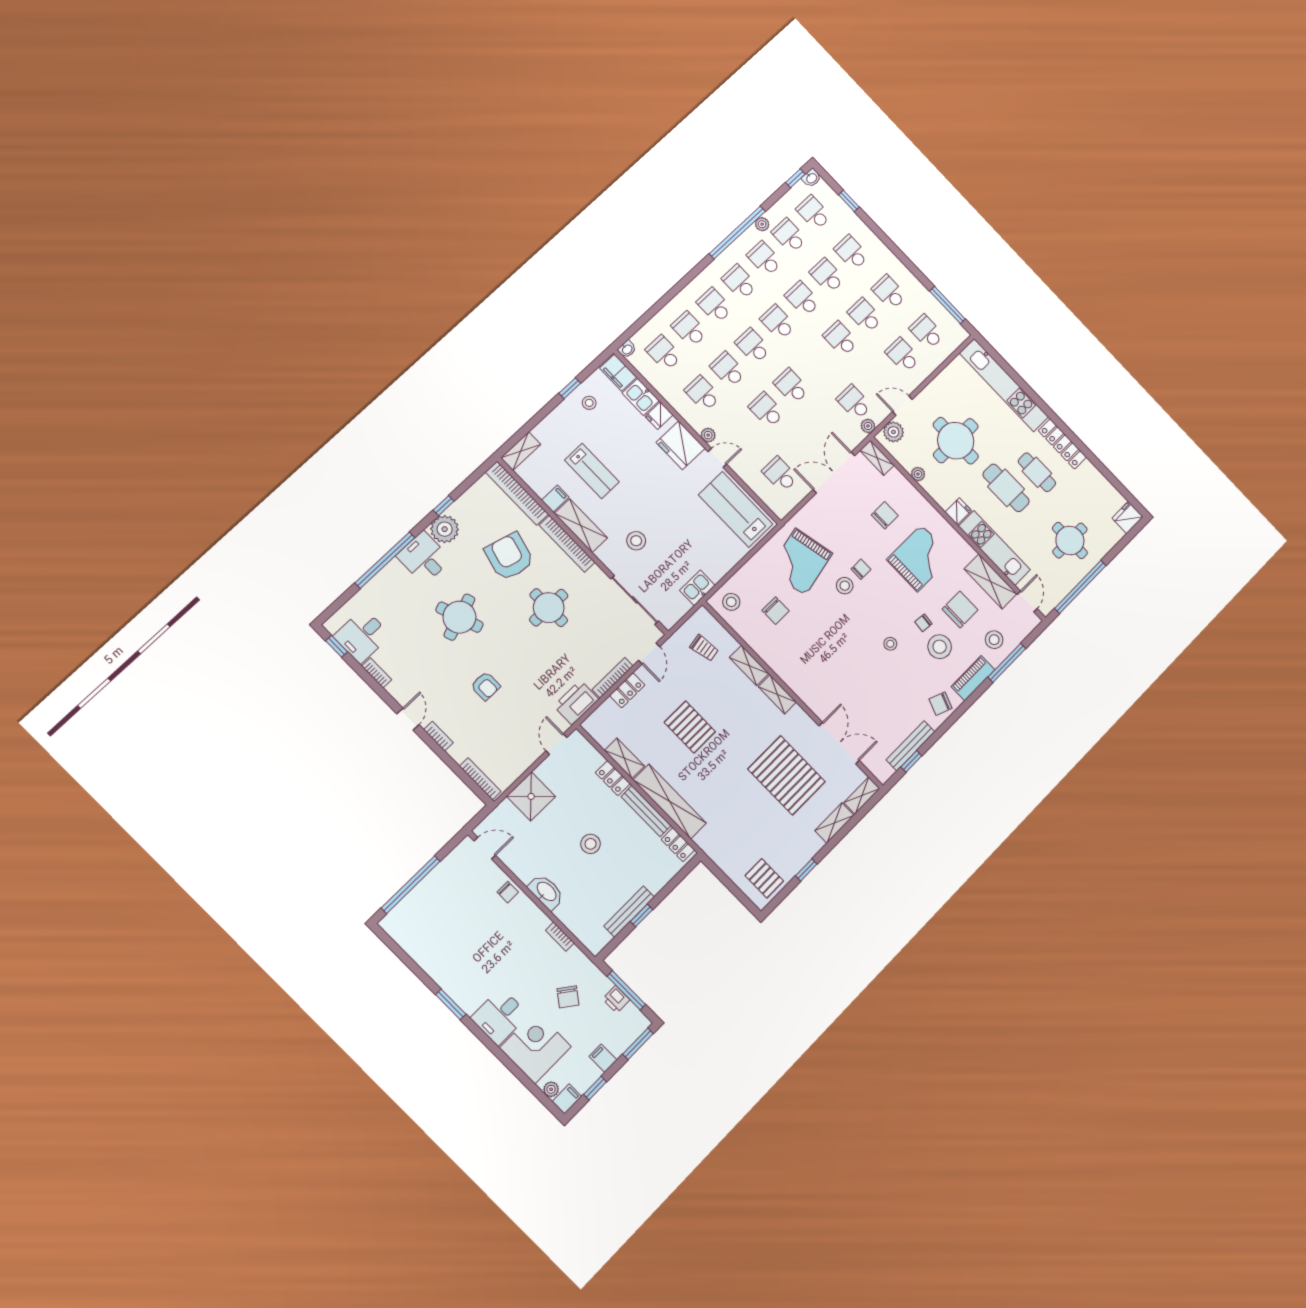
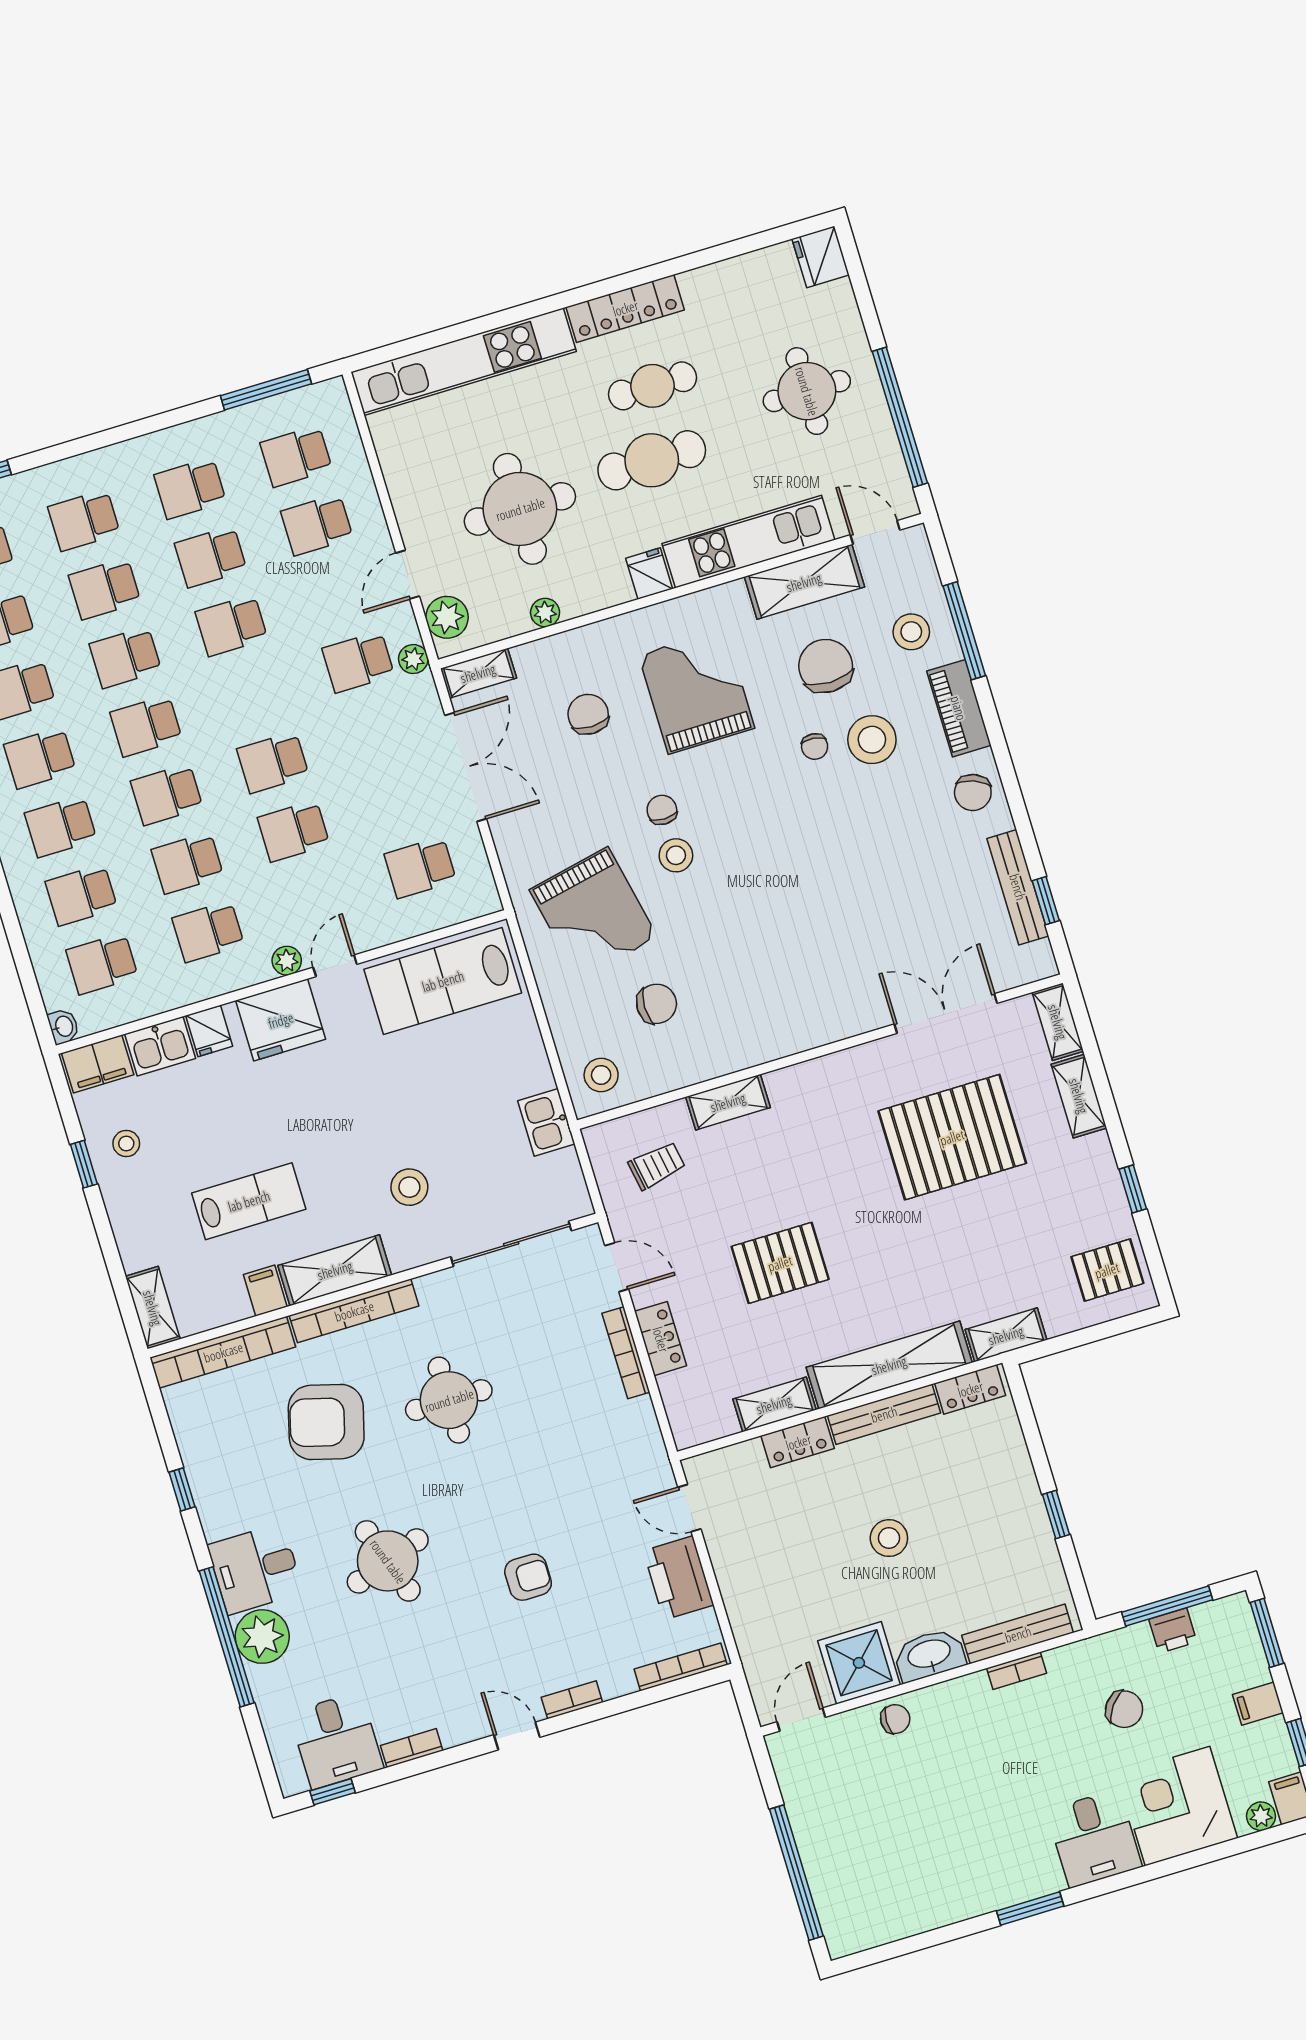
double door: (834, 473) -> (466, 767), swing flipped
plant: (445, 529) -> (262, 1637), moved
stool: (890, 644) -> (821, 827), removed
shelving: (777, 694) -> (1006, 1335), moved
printer: (576, 703) -> (679, 1578), moved
shower: (531, 796) -> (859, 1663), moved
bench: (629, 912) -> (1018, 1634), moved, turned 90

